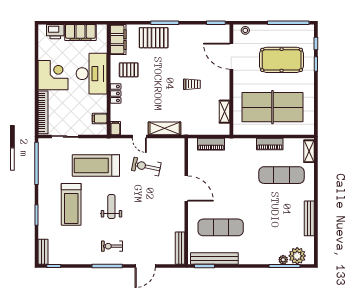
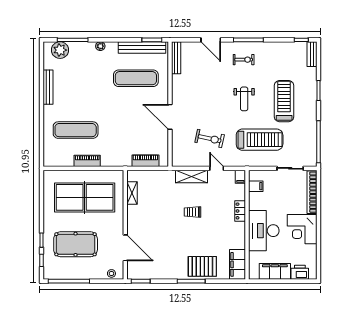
pallet: (129, 70) -> (227, 234), removed
trolley: (192, 84) -> (192, 212), moved
shelving: (309, 151) -> (48, 154), removed
plant: (283, 260) -> (100, 46), moved
door: (145, 266) -> (211, 40), swing flipped

